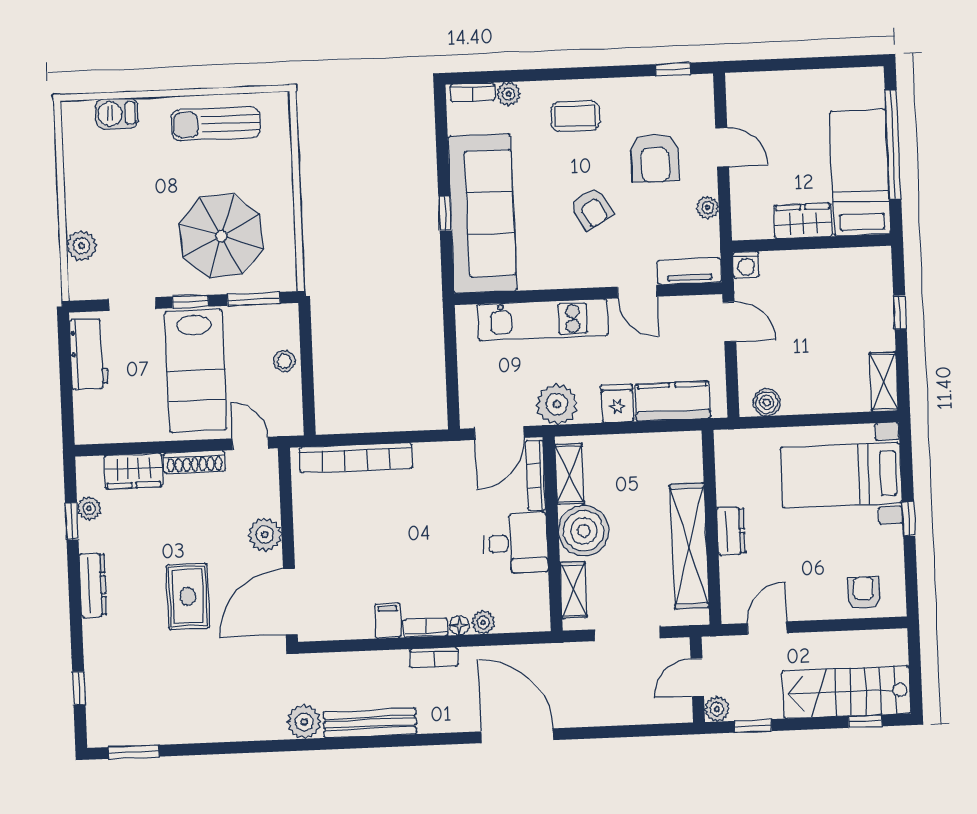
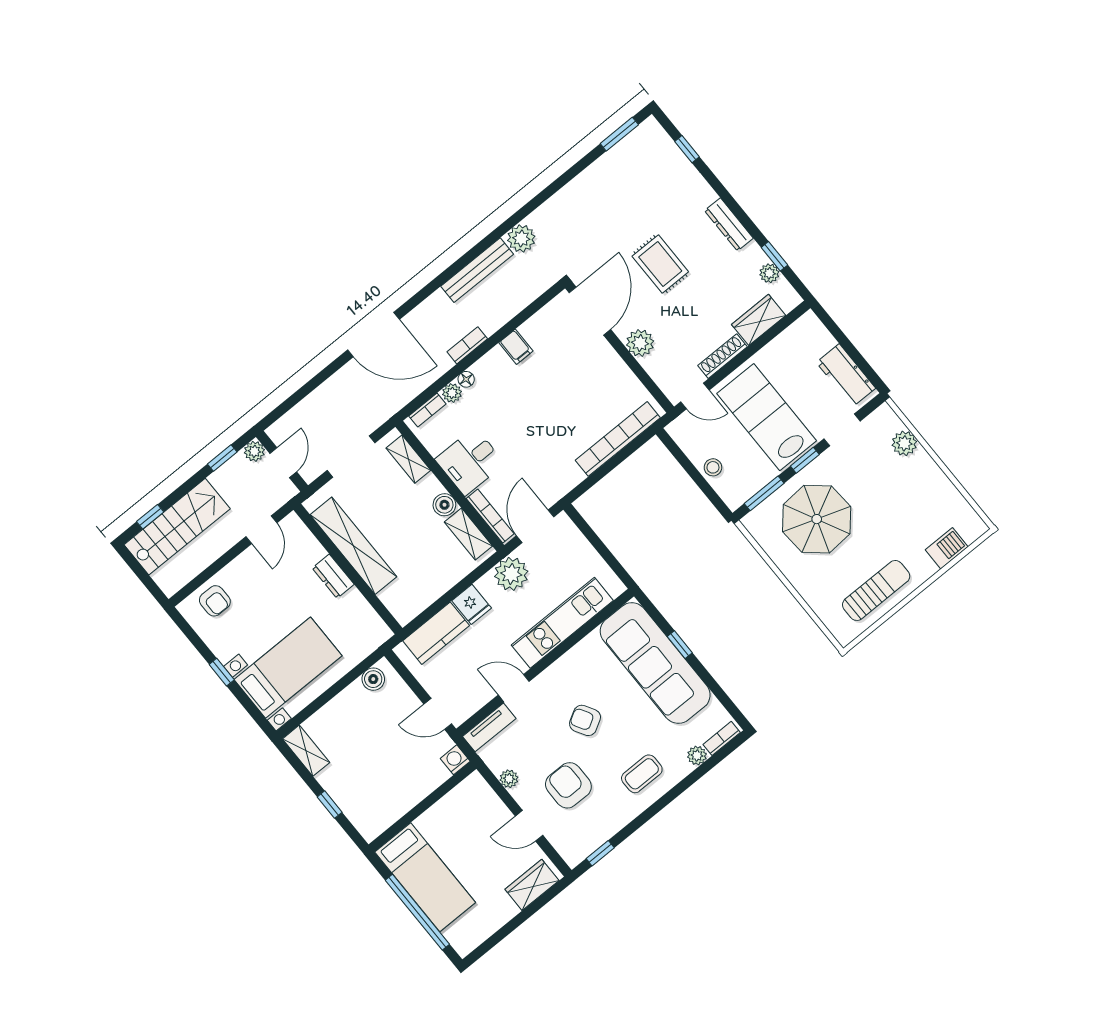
wardrobe: (803, 221) -> (532, 885), moved, turned 180
boiler: (584, 531) -> (444, 505), width x0.54, depth x0.54
bookcase: (426, 628) -> (427, 410), moved

